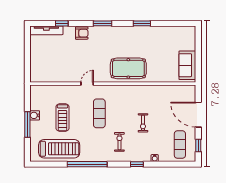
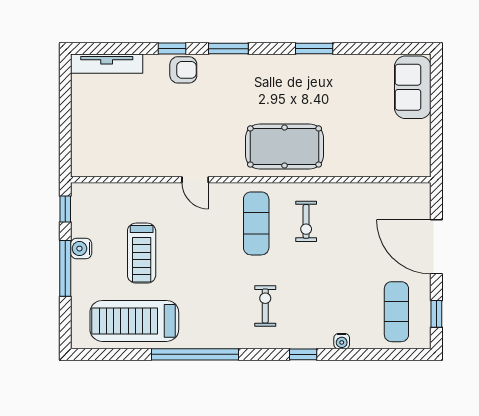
window: (62, 23) -> (172, 49), moved
sofa: (187, 65) -> (413, 87), moved
door: (87, 84) -> (195, 180), swing flipped
window: (27, 97) -> (65, 209), added
exercise mat: (99, 113) -> (256, 223), moved
exercise bike: (143, 123) -> (306, 221), moved
treadmill: (59, 149) -> (134, 321), turned 180

